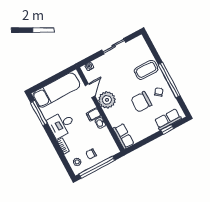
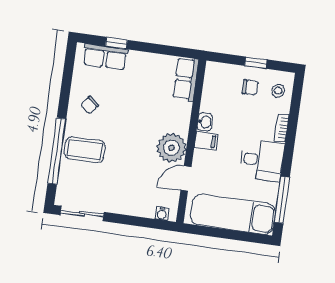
sliding door: (114, 46) -> (82, 214), moved
window: (169, 80) -> (57, 151), moved
chair: (141, 102) -> (125, 109), removed
window: (97, 167) -> (256, 63), width x0.32

